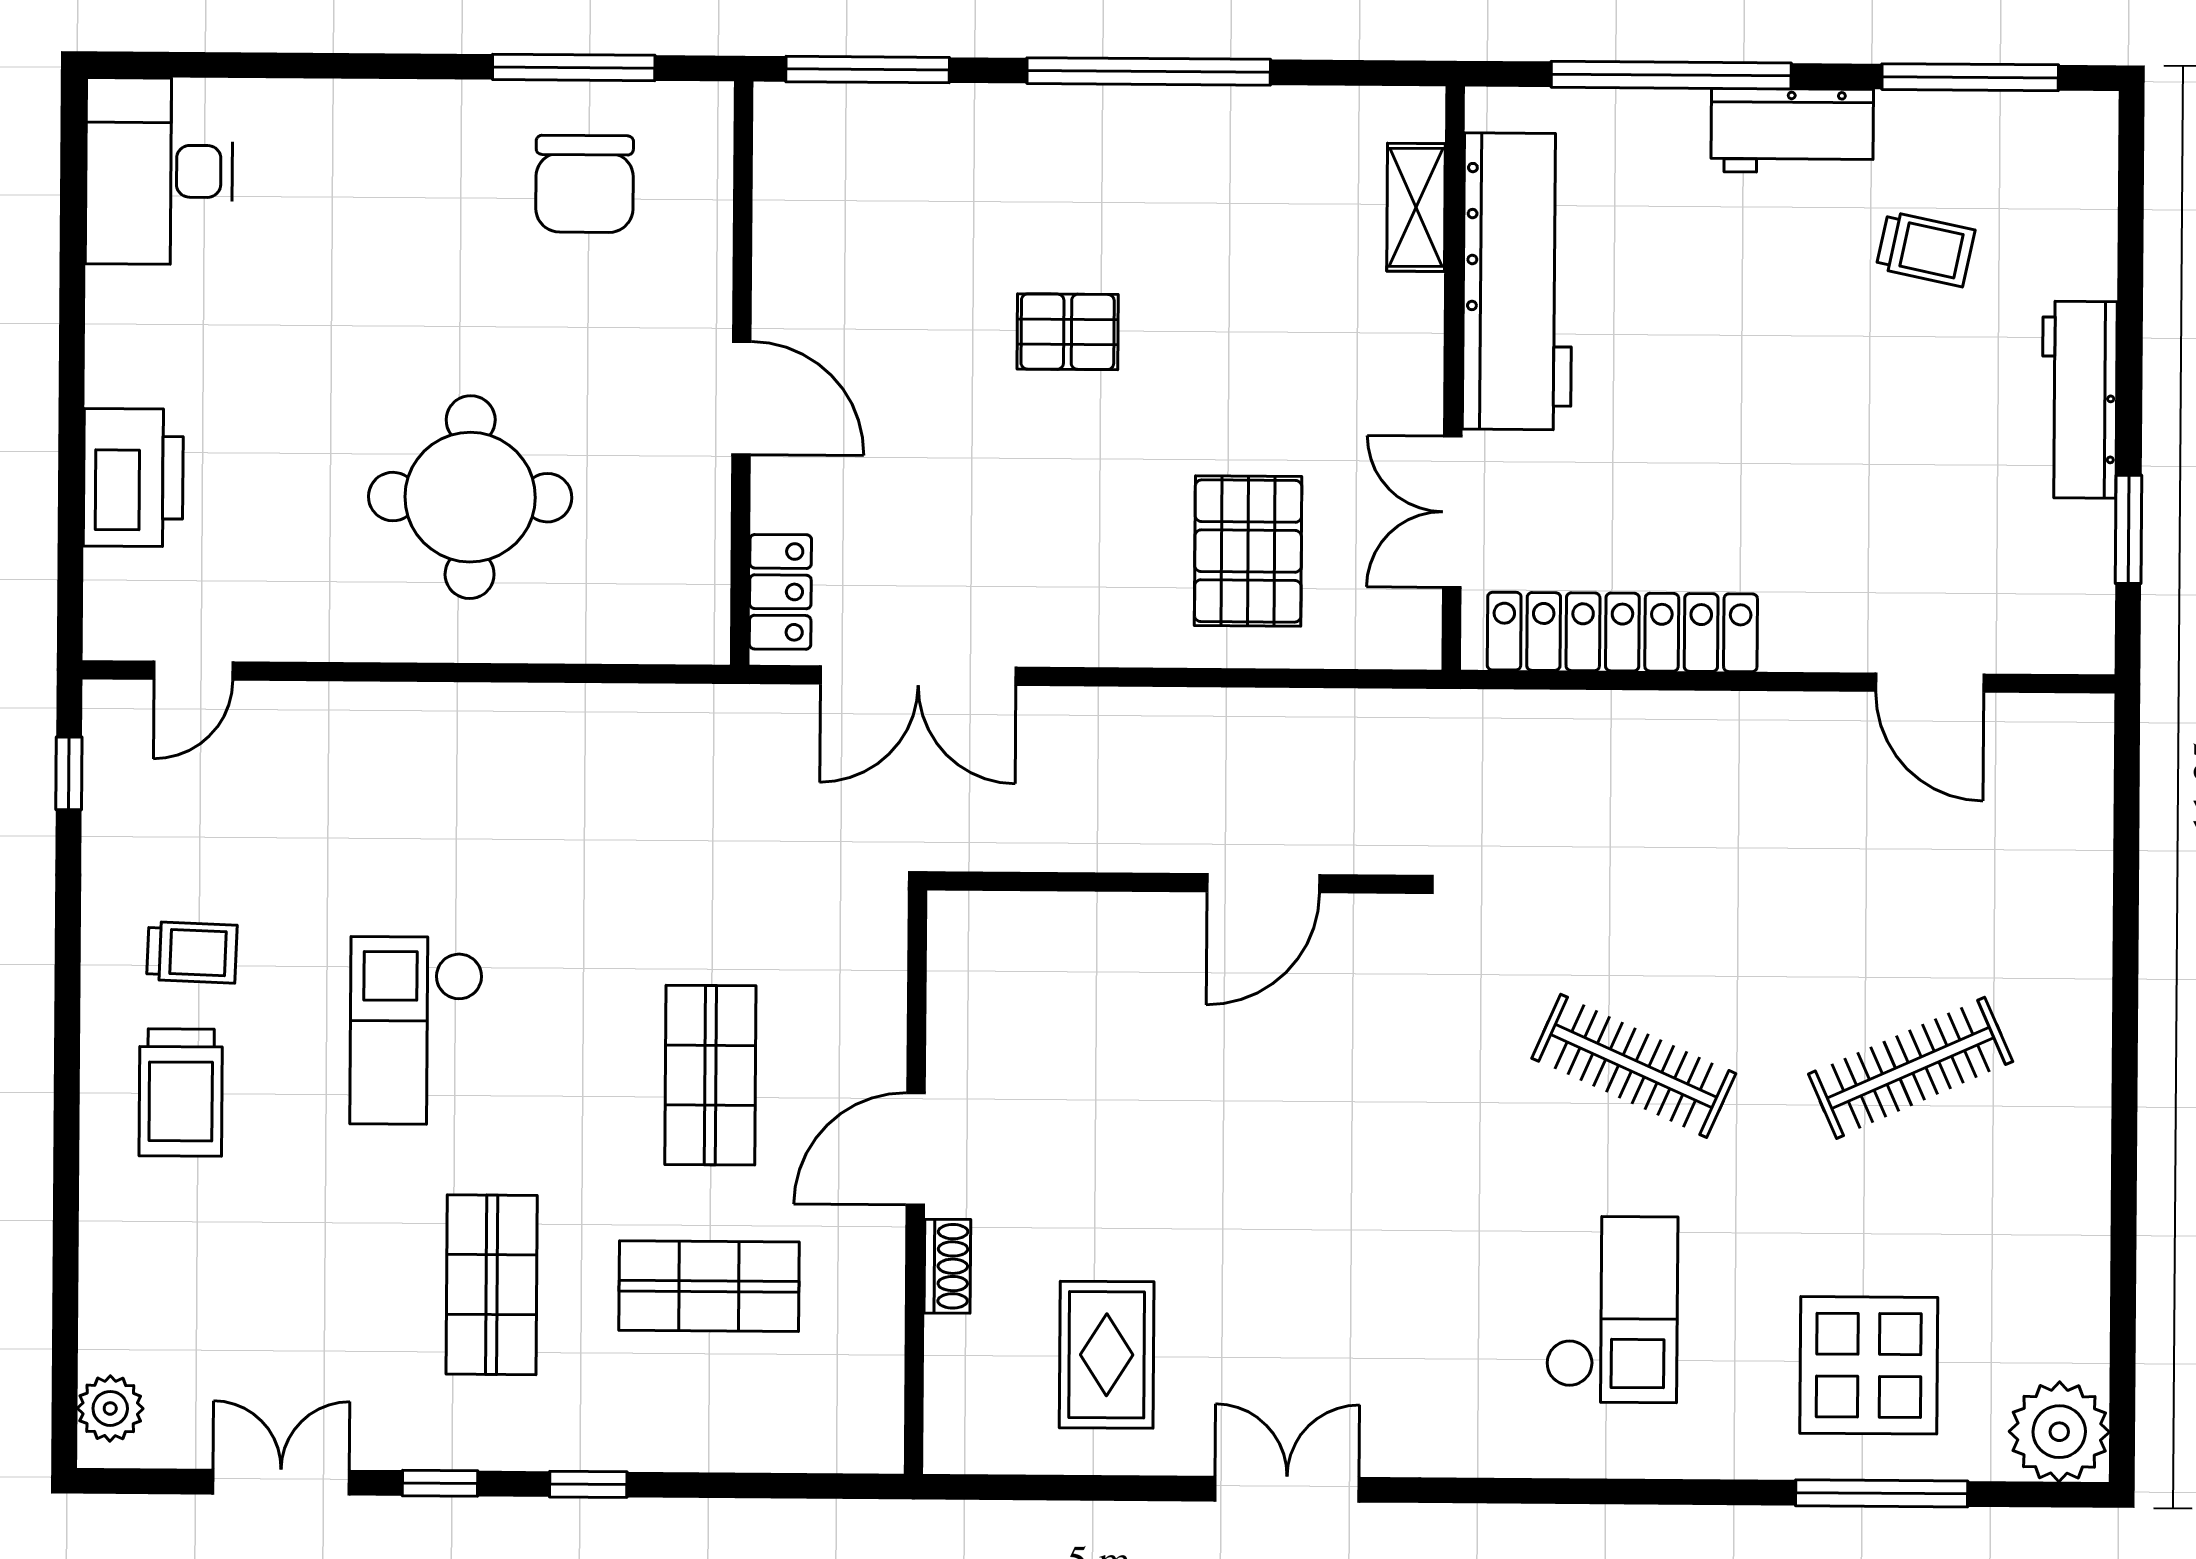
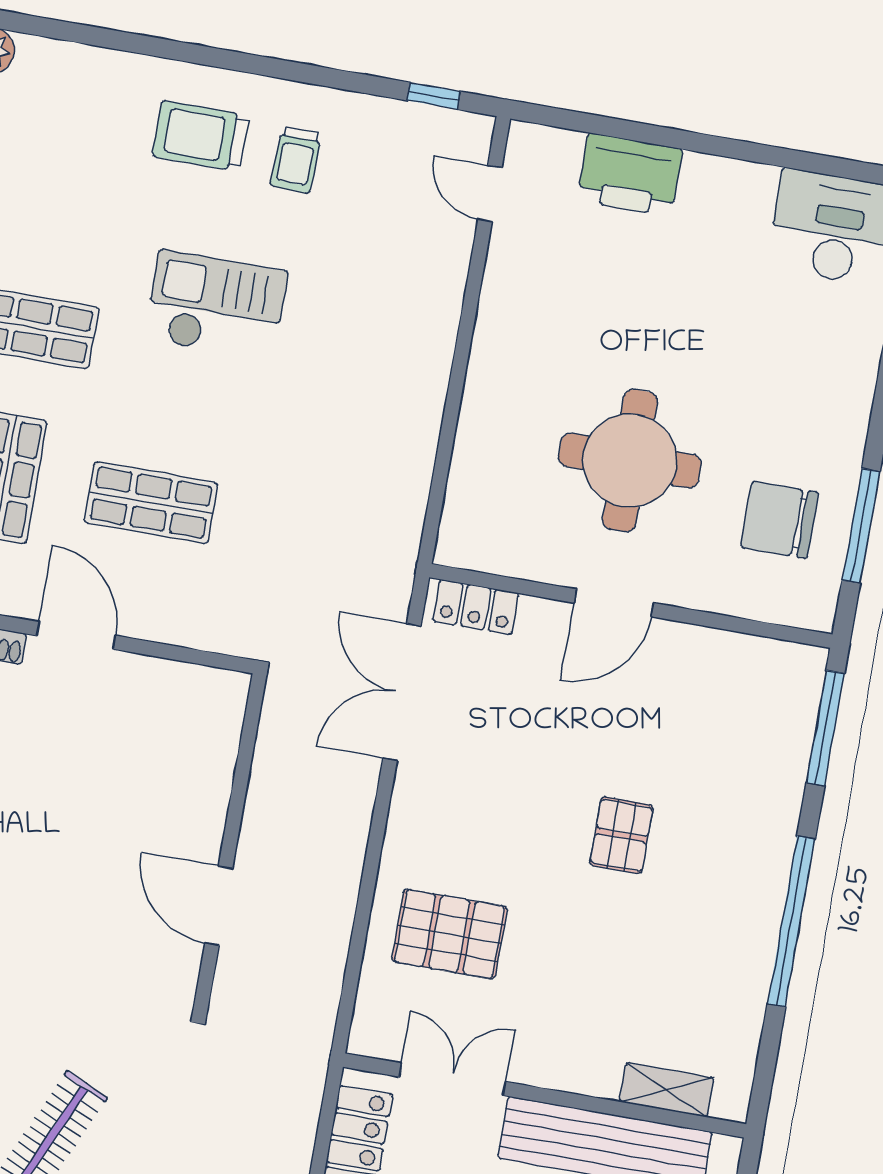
round table: (470, 497) -> (630, 461), moved

